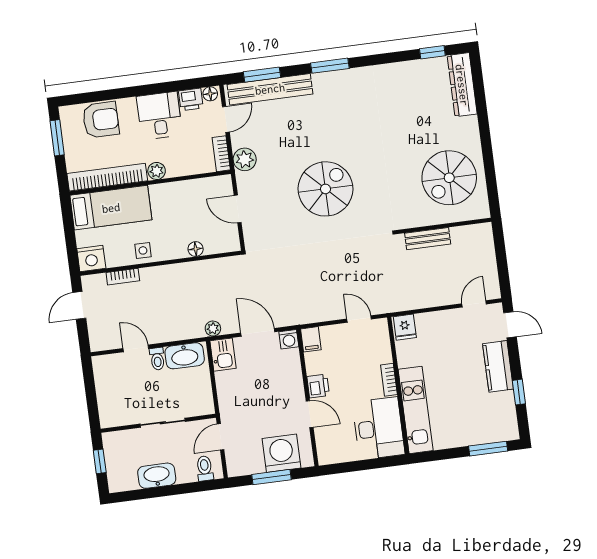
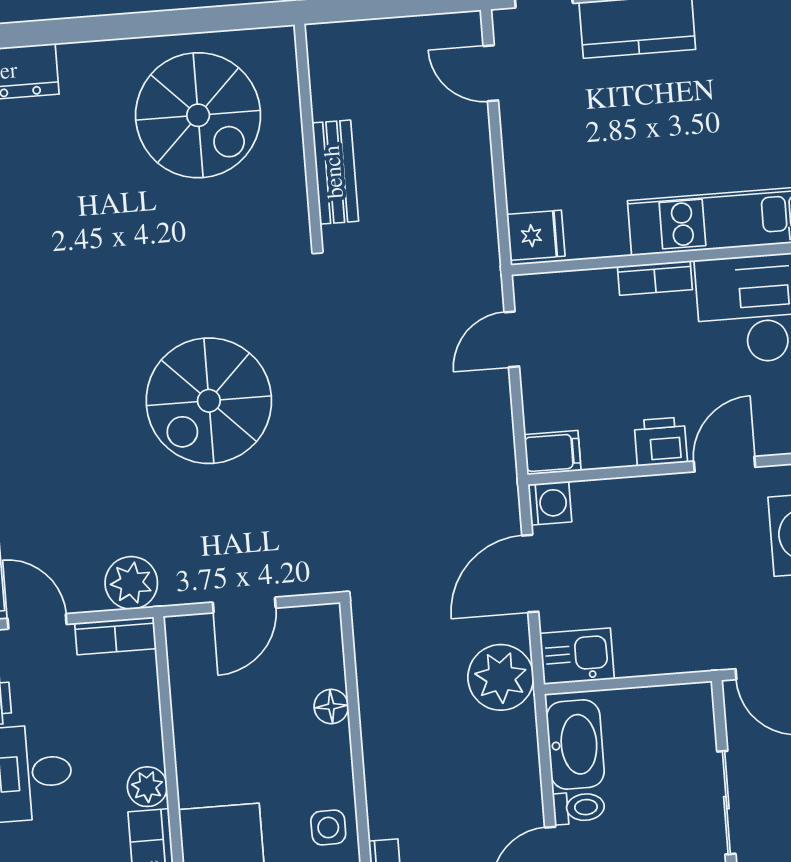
spiral stairs: (326, 189) -> (209, 401), turned -90
plant: (213, 329) -> (501, 677), width x1.87, depth x1.87

